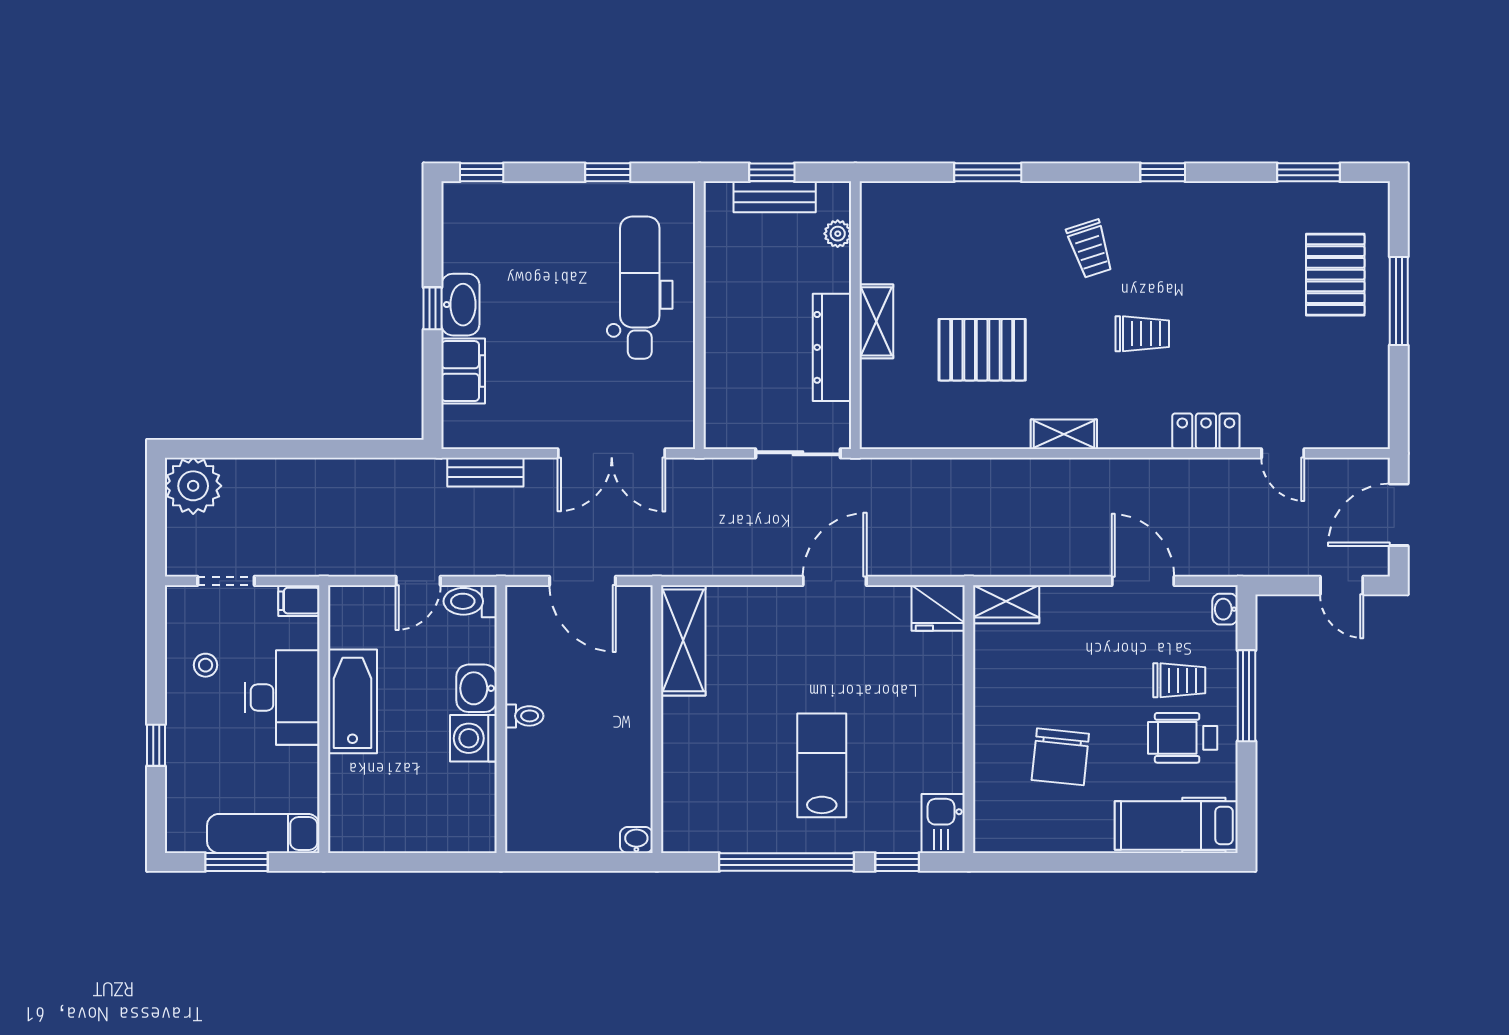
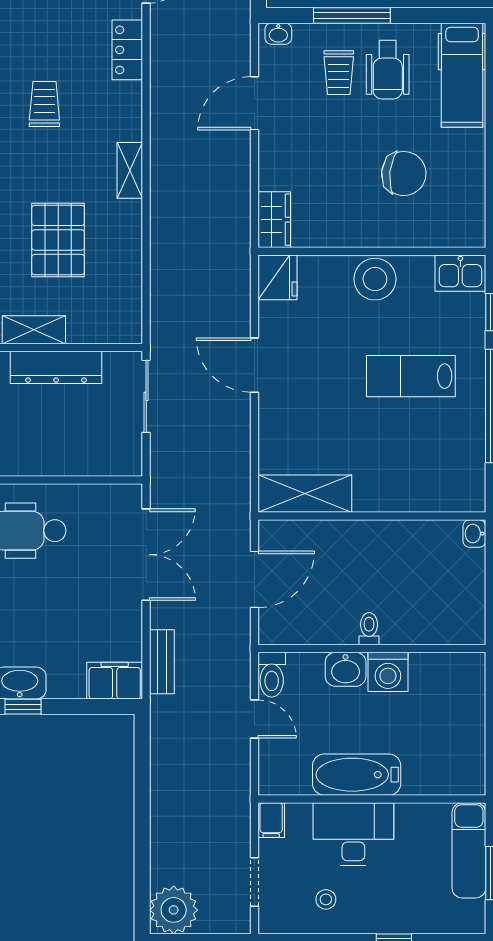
filing cabinet: (463, 371) -> (115, 681), moved
trolley: (1179, 680) -> (339, 73), turned 180
stool: (936, 723) -> (375, 279), added

